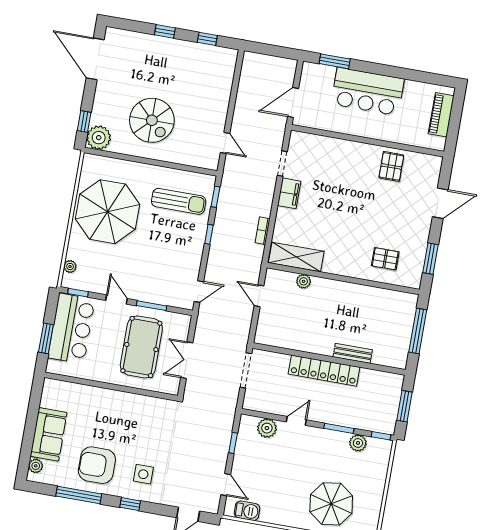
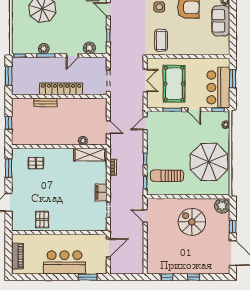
window: (84, 121) -> (233, 227), moved
window: (418, 331) -> (9, 123), width x0.46
coffee table: (150, 420) -> (161, 40), added
plant: (358, 443) -> (44, 49), moved

